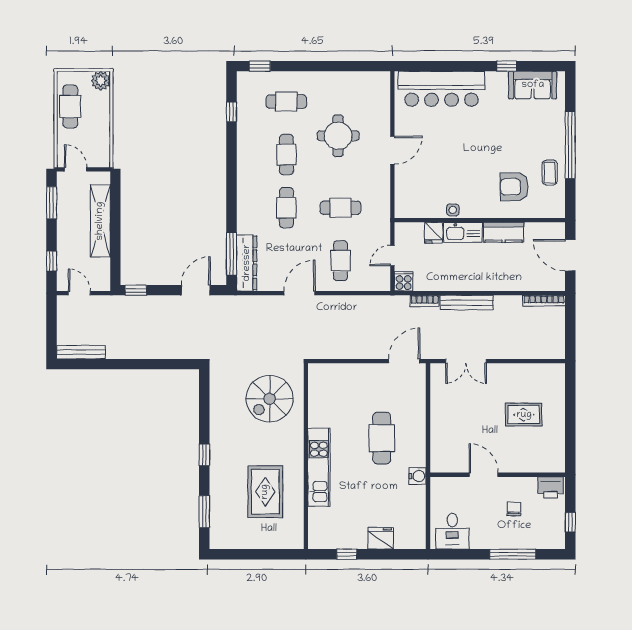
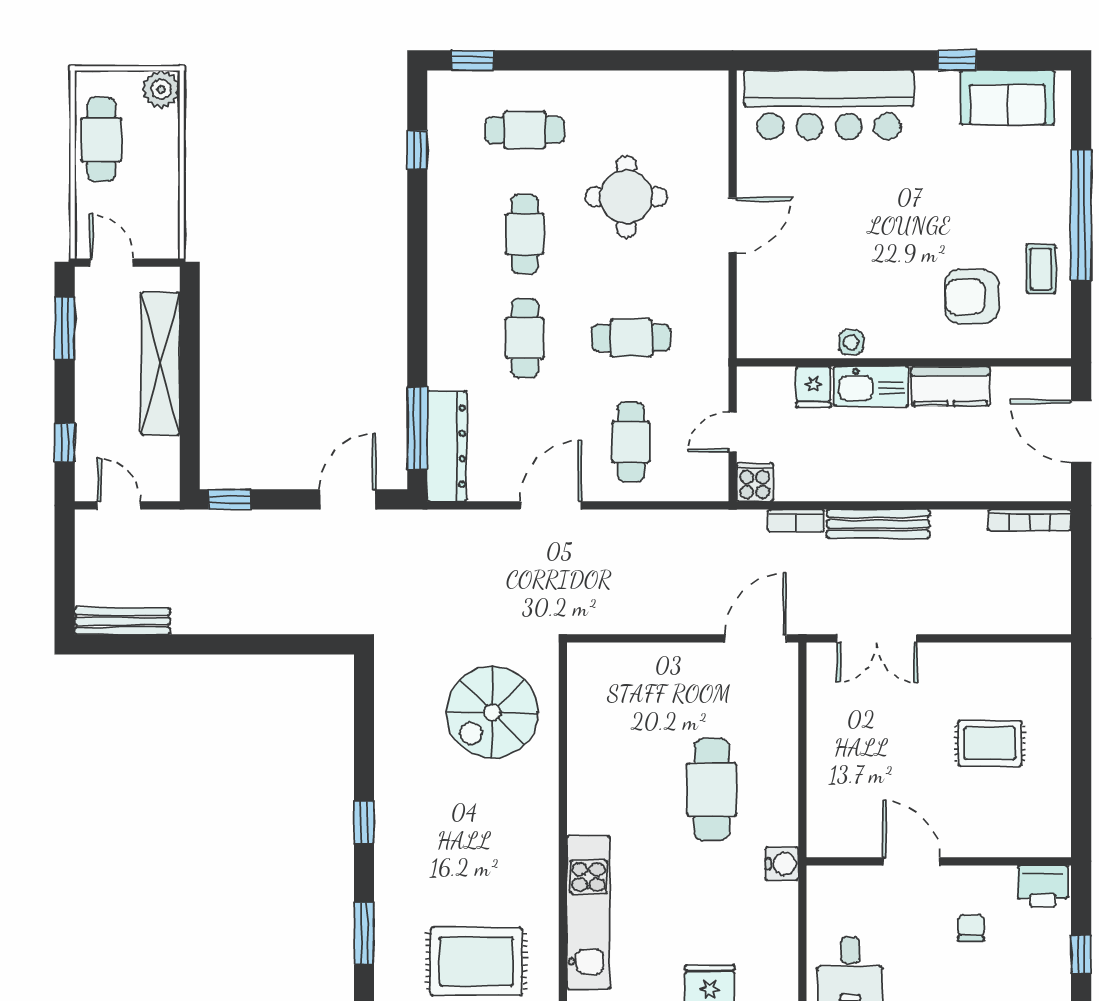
kitchen unit: (319, 467) -> (589, 912), moved
rug: (265, 492) -> (476, 961), moved, turned 90

